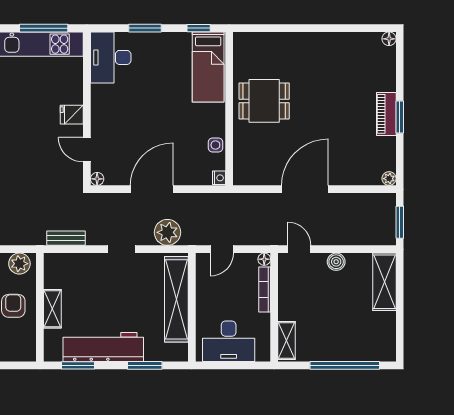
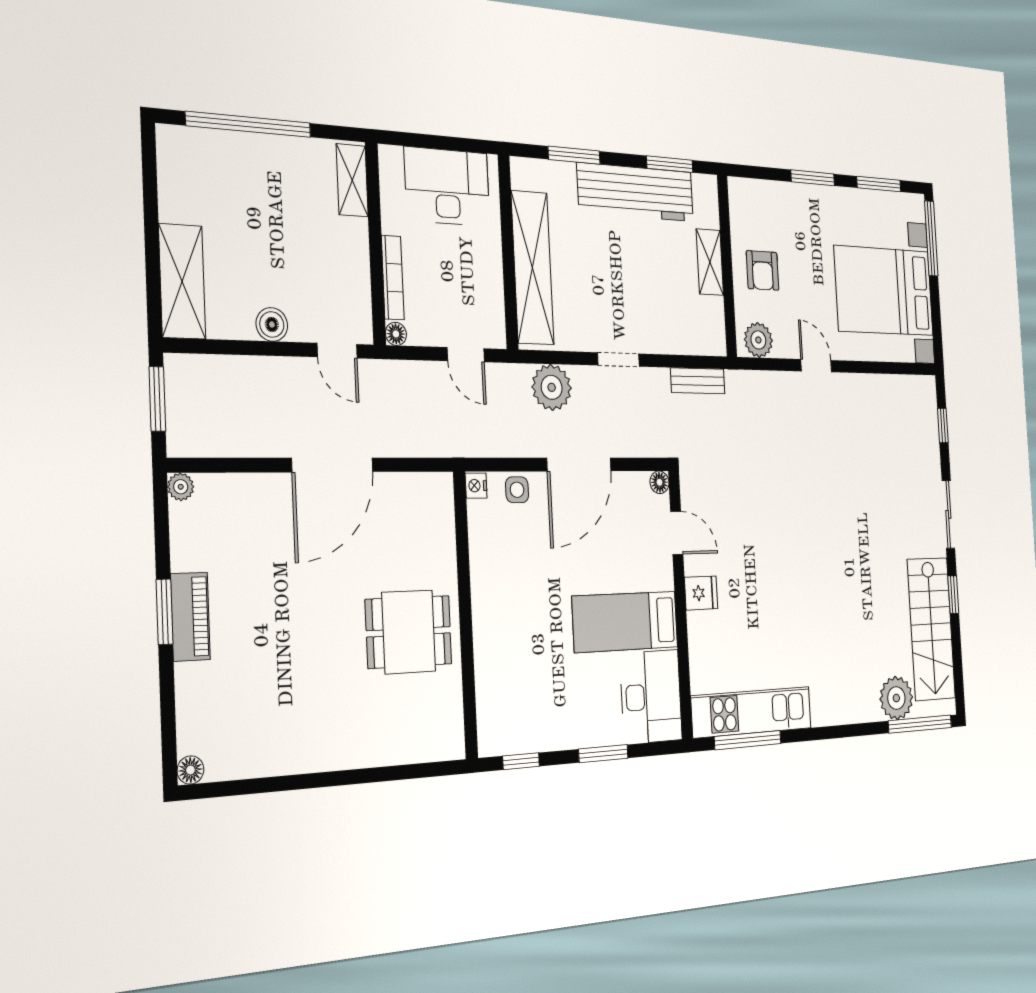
bed: (208, 67) -> (625, 622), moved, turned -90
side table: (215, 145) -> (517, 490), moved
door: (222, 249) -> (466, 355), swing flipped

